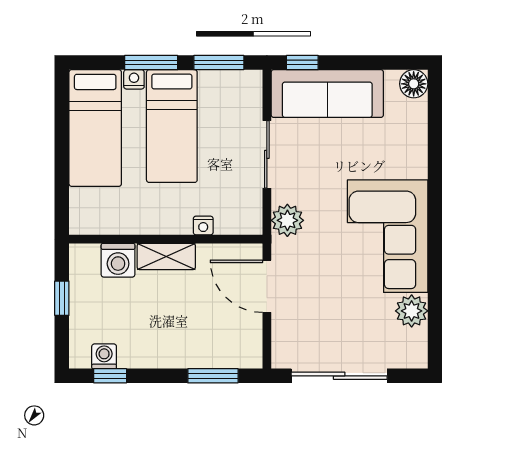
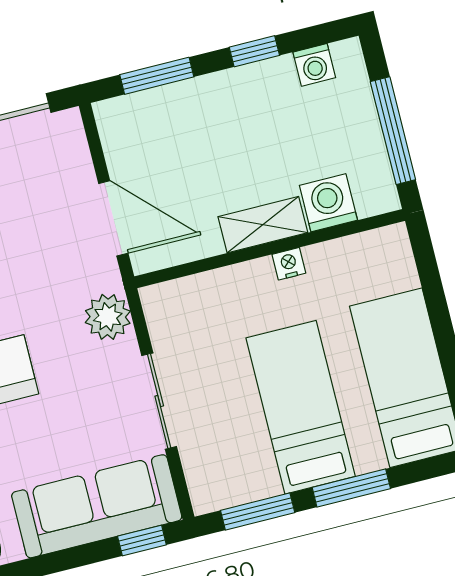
nightstand: (134, 79) -> (369, 459), removed
nightstand: (203, 226) -> (289, 264), moved
window: (62, 298) -> (393, 131), width x2.17
window: (110, 376) -> (254, 51), moved

